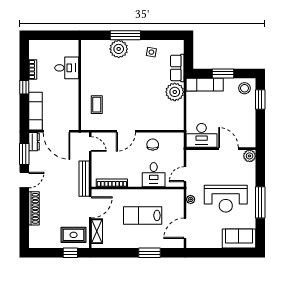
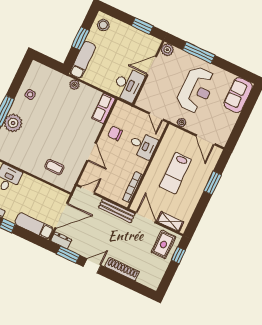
row of seats: (177, 68) -> (103, 108), moved, turned 90
plant: (175, 92) -> (75, 85), width x0.53, depth x0.53
window: (260, 99) -> (142, 26), moved
door: (24, 180) -> (92, 266), hinge flipped
window: (260, 202) -> (199, 53), moved

